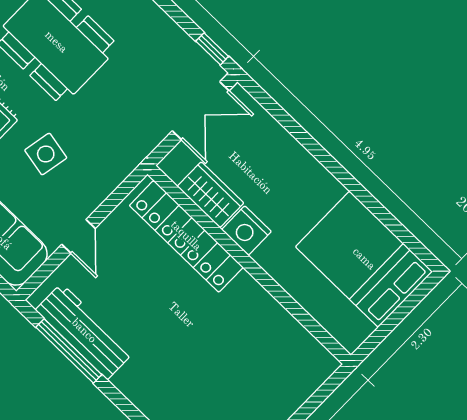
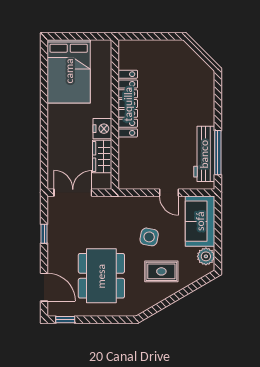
window: (212, 49) -> (44, 234), moved
door: (78, 236) -> (169, 193), swing flipped
locker: (186, 236) -> (128, 104), moved

